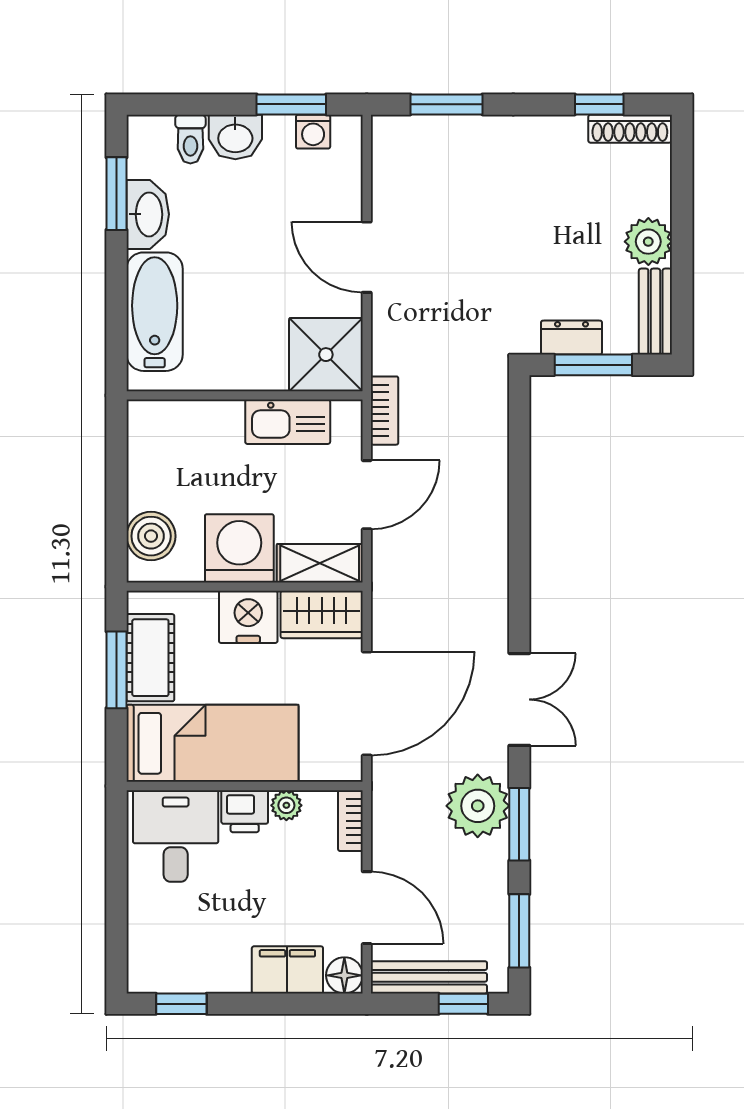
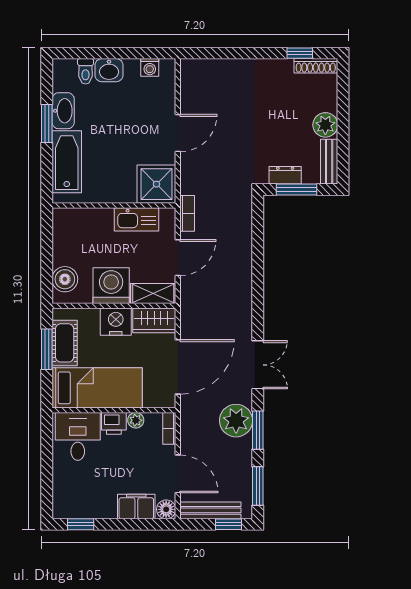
window: (291, 104) -> (138, 53), removed
window: (446, 104) -> (220, 53), removed
window: (116, 194) -> (47, 124), moved
door: (367, 257) -> (178, 133), swing flipped

